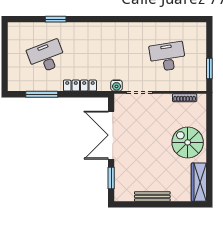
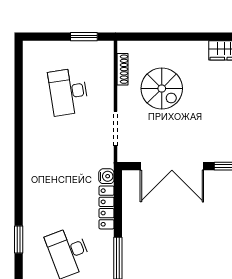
water cooler: (117, 86) -> (106, 176), moved
spiral stairs: (188, 142) -> (162, 89), moved, turned -90

